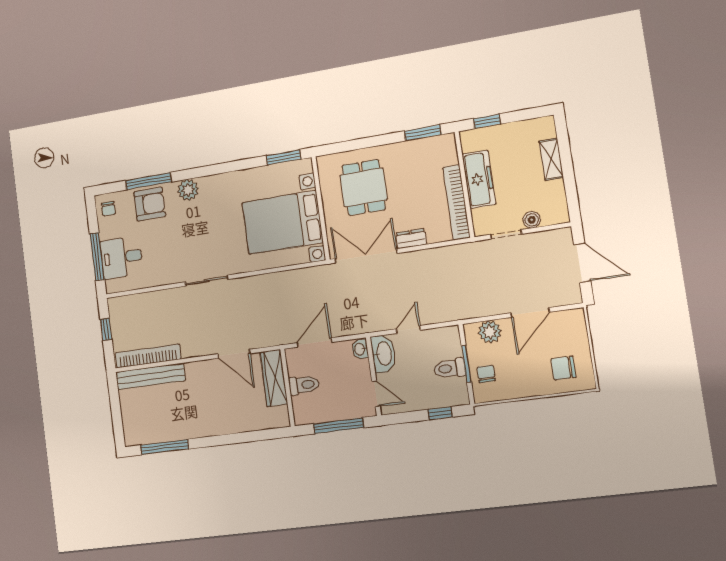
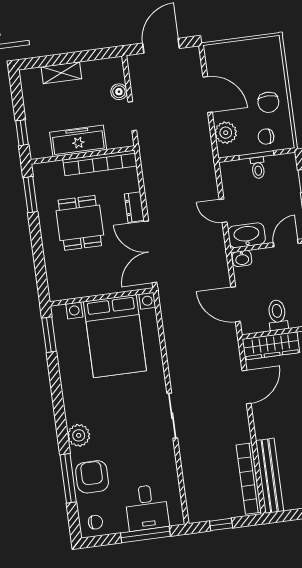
dining table: (364, 187) -> (80, 223), moved, turned 90
toilet: (449, 368) -> (258, 168), width x0.73, depth x0.72
chair: (563, 368) -> (268, 102), moved

